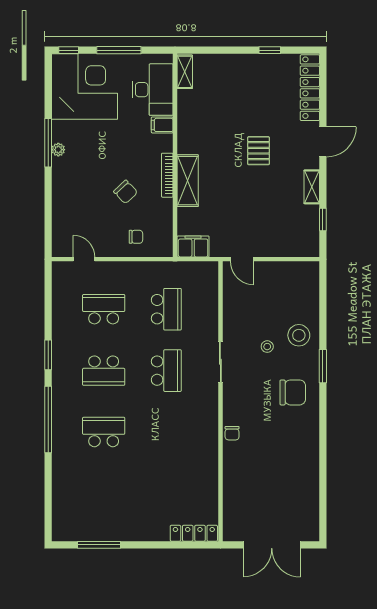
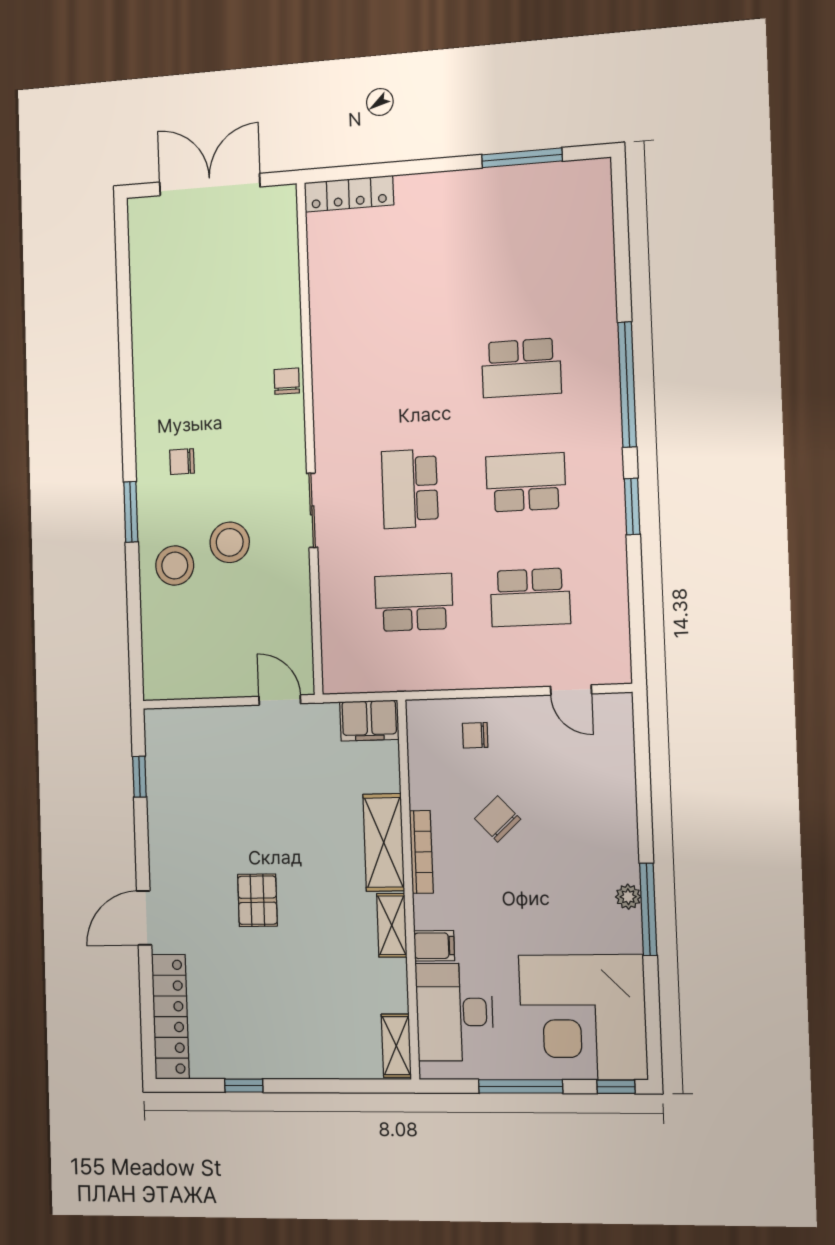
shelving: (312, 187) -> (392, 925), moved
school desk: (166, 309) -> (414, 602), turned 90
stool: (267, 347) -> (230, 542), width x1.89, depth x1.89
chair: (293, 392) -> (182, 462), width x0.54, depth x0.54

